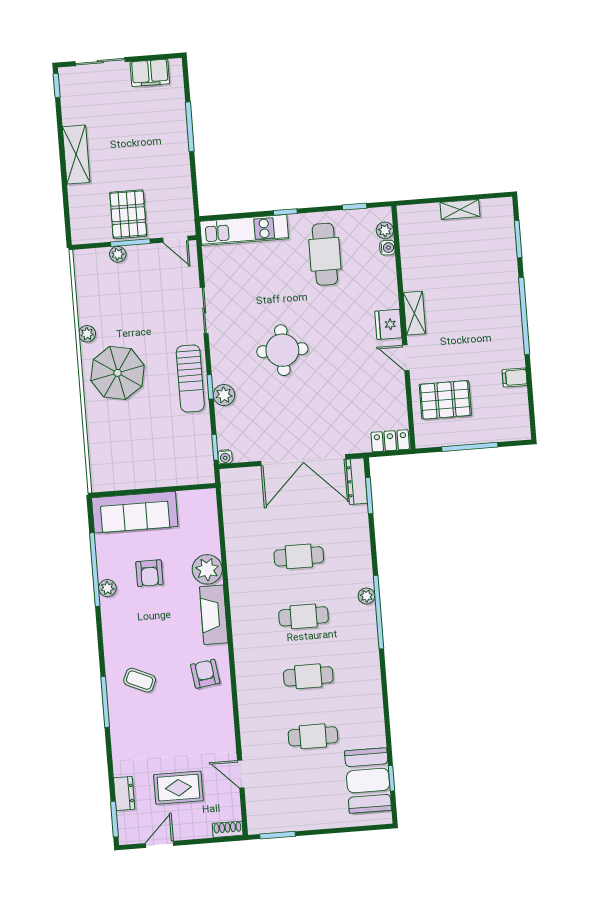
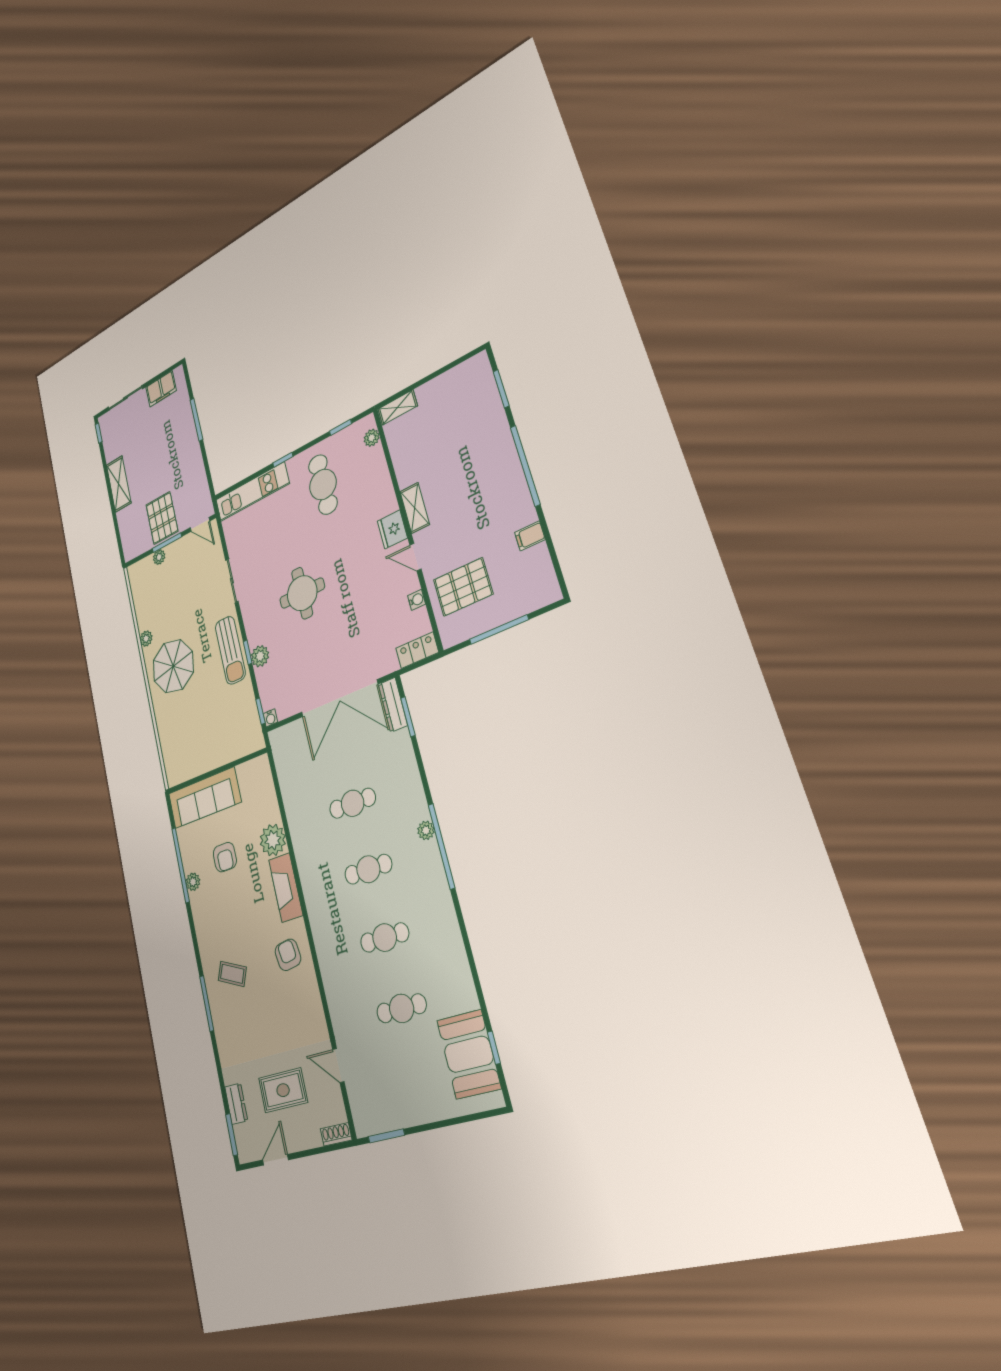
shelving: (460, 209) -> (398, 407), moved
water cooler: (387, 248) -> (417, 600), moved

